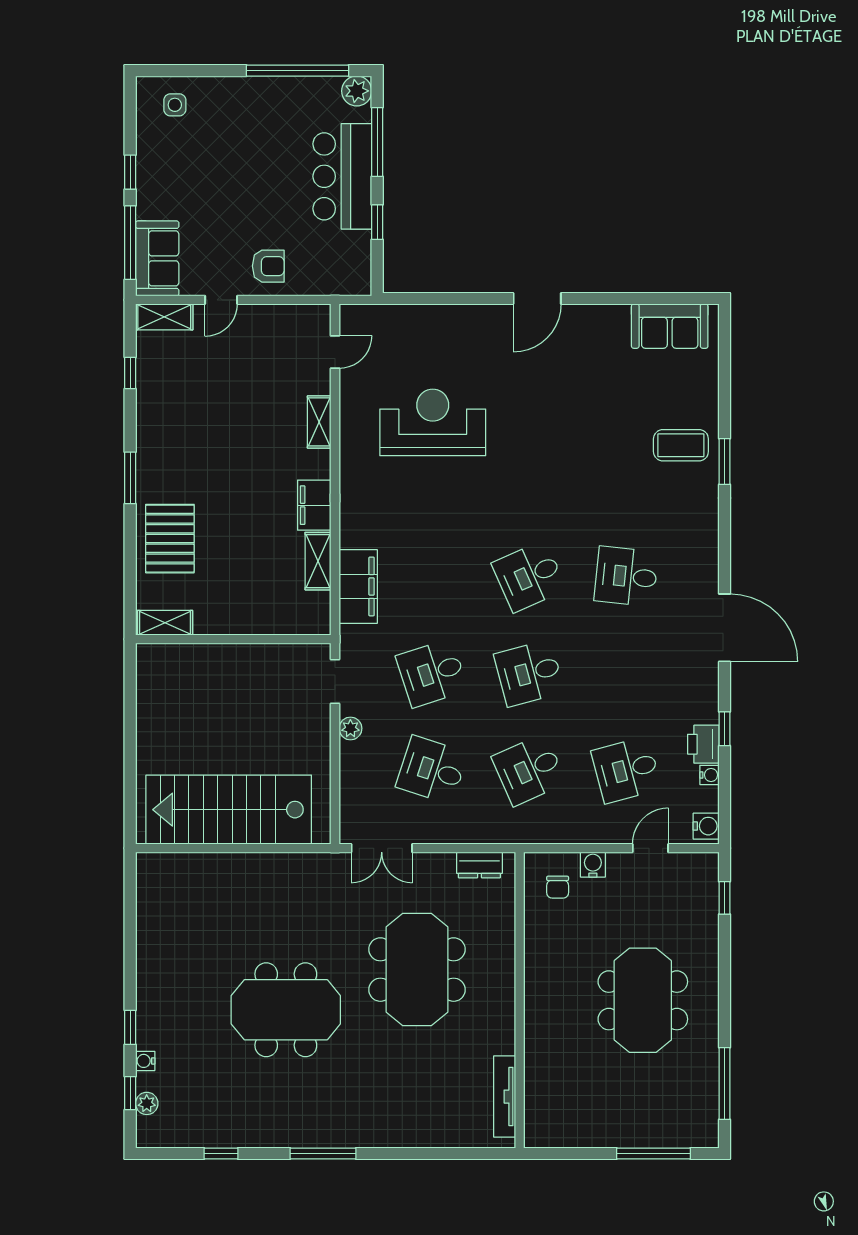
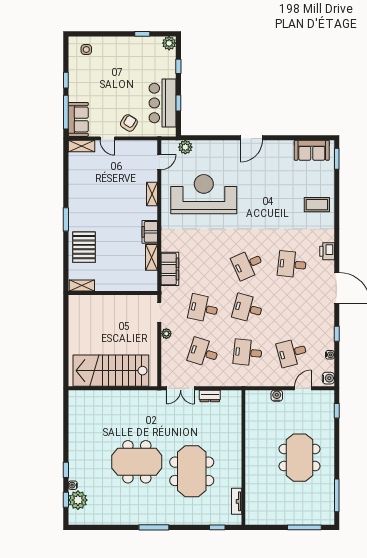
window: (298, 71) -> (142, 34), width x0.32
window: (377, 142) -> (178, 66), width x0.46
bar counter: (342, 176) -> (163, 103), moved
armchair: (268, 266) -> (129, 123), turned -58
door: (221, 300) -> (107, 138), hinge flipped
plant: (392, 319) -> (185, 147), added
window: (130, 373) -> (66, 172), removed
reception desk: (433, 422) -> (204, 194), width x1.36, depth x1.30
window: (725, 461) -> (337, 159), moved
desk: (432, 673) -> (203, 308), turned 30
desk: (529, 673) -> (248, 308), turned 30
printer: (703, 744) -> (327, 251), moved
desk: (529, 770) -> (248, 353), turned 30
dresser: (479, 865) -> (210, 396), moved
chair: (558, 887) -> (261, 406), removed
meeting table: (417, 970) -> (192, 471), moved
tv unit: (505, 1097) -> (237, 501), width x0.71
plant: (147, 1103) -> (78, 500), width x1.88, depth x1.88
window: (221, 1153) -> (217, 527), moved

